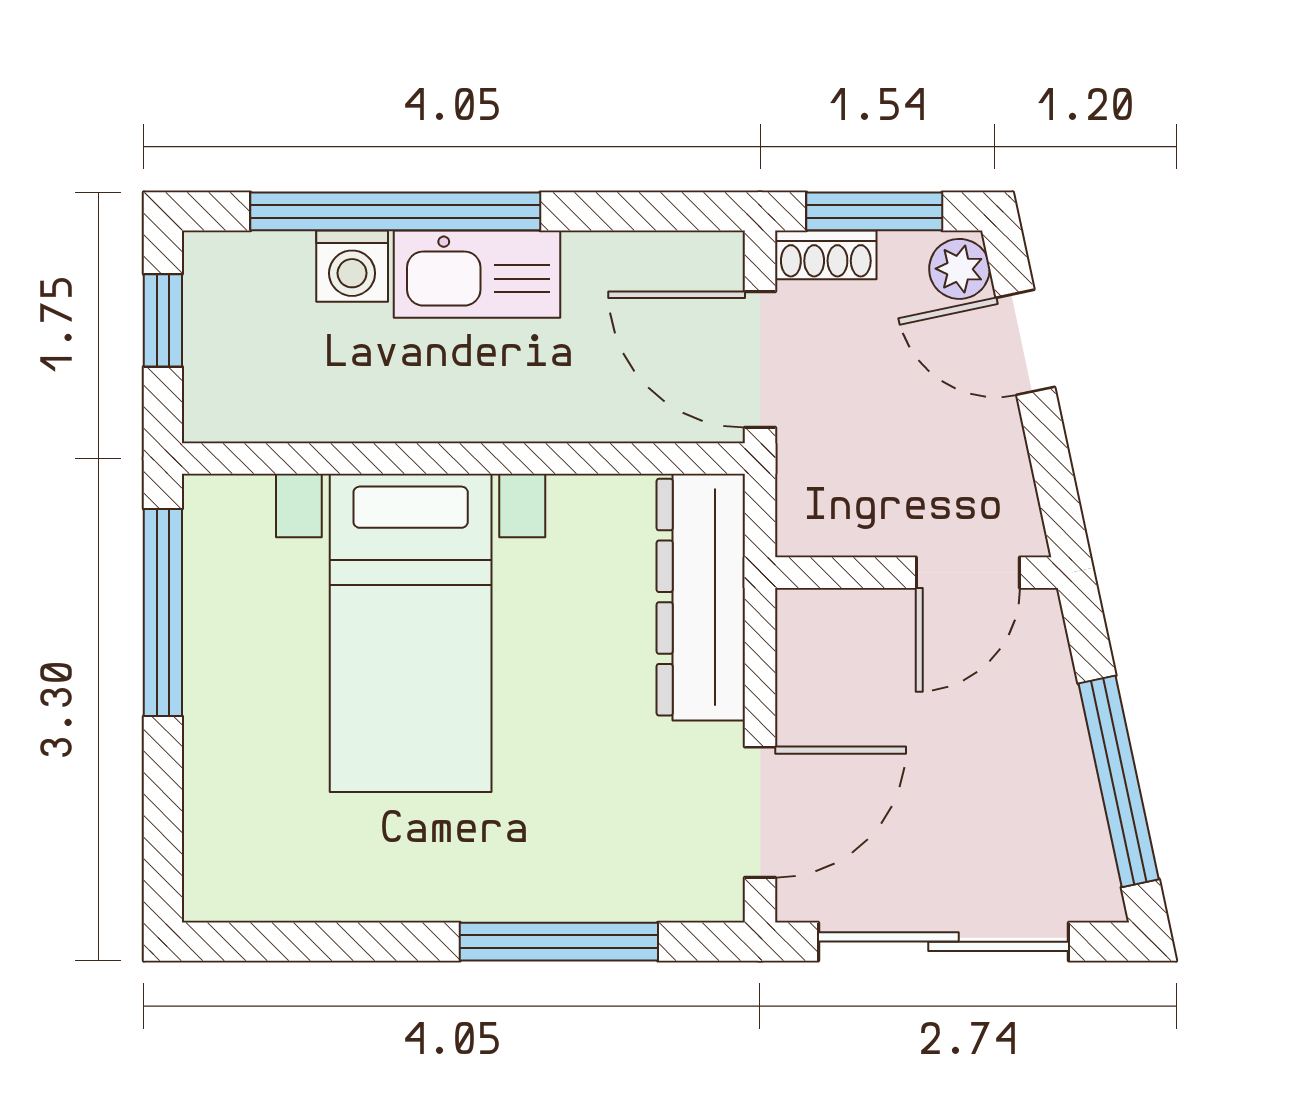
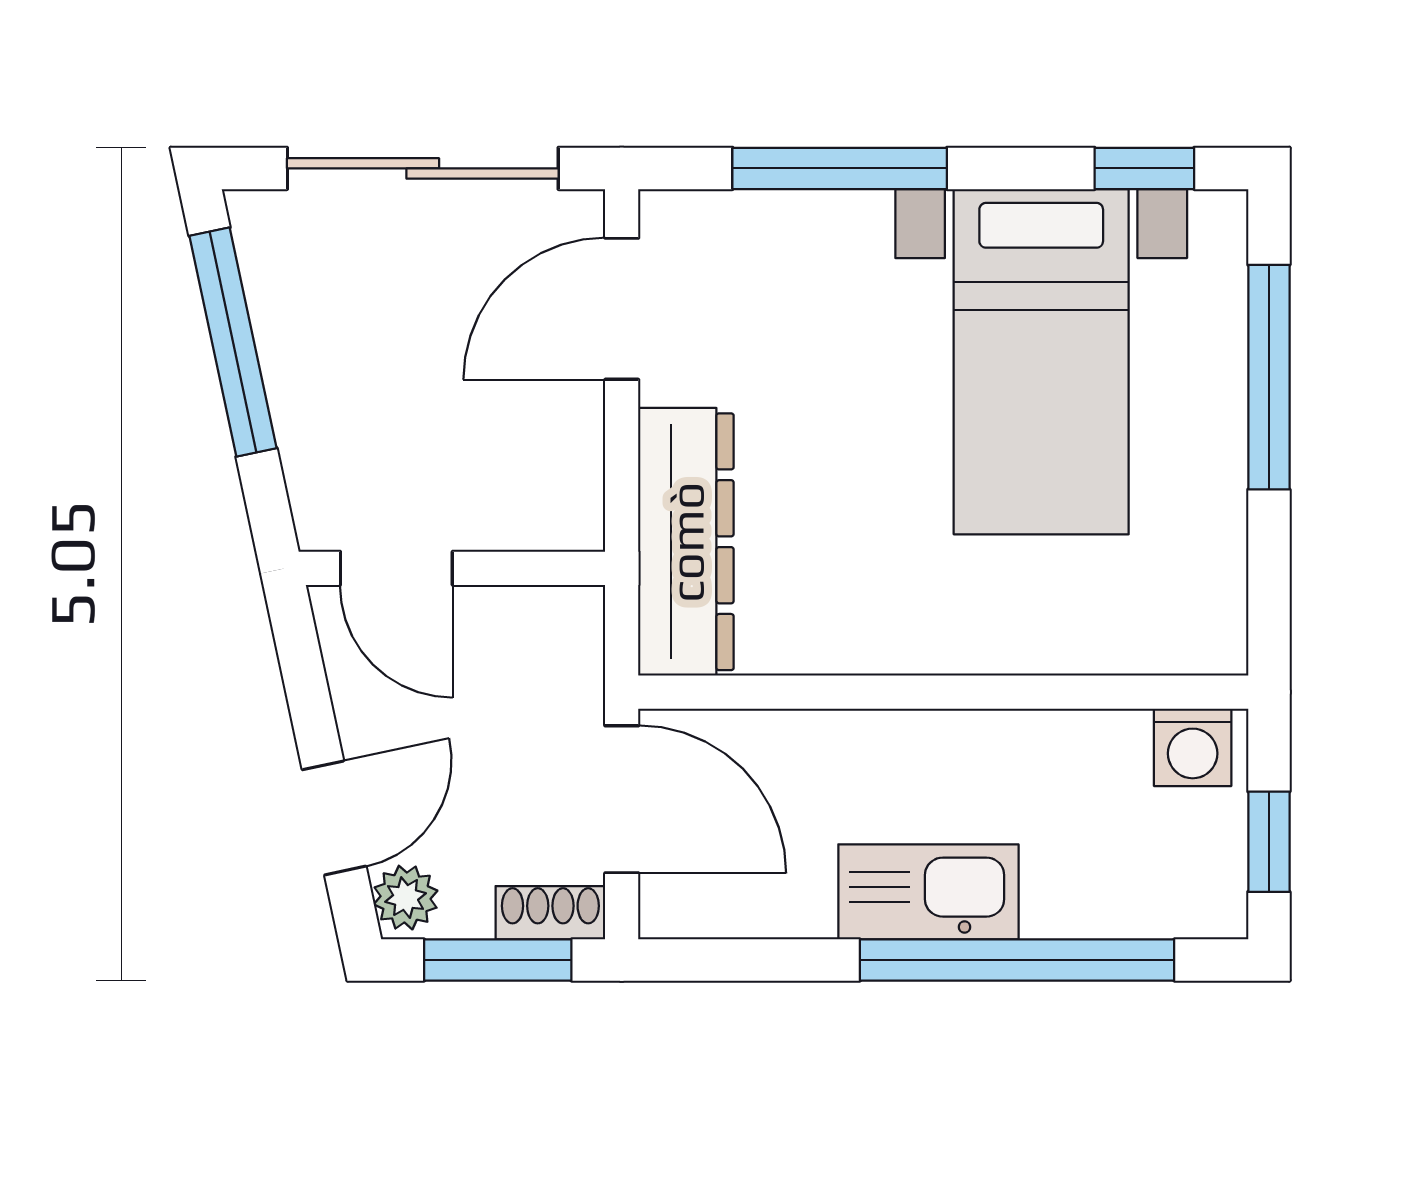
washing machine: (352, 266) -> (1193, 747), moved, turned 180
door: (1025, 342) -> (334, 818), hinge flipped
door: (968, 573) -> (396, 568), swing flipped
window: (163, 612) -> (1269, 377), moved
bed with nightstands: (411, 633) -> (1041, 362), moved, turned 180
window: (278, 942) -> (1144, 168), added

